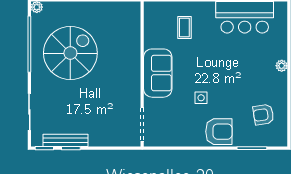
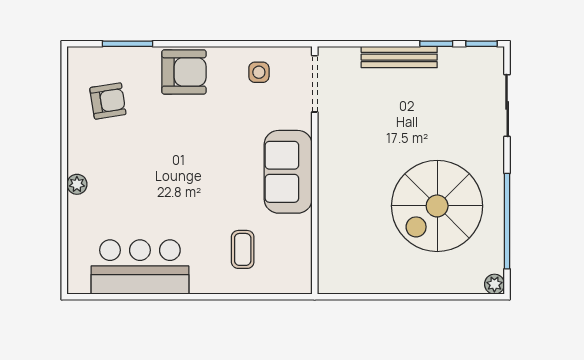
side table: (201, 98) -> (259, 72), moved
armchair: (219, 132) -> (184, 72), turned 180
bench: (66, 140) -> (399, 57), moved

